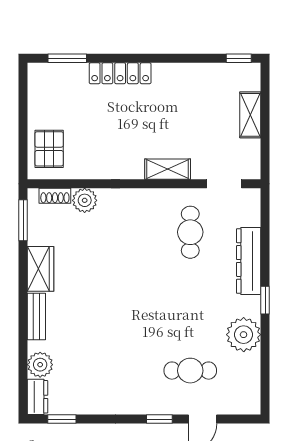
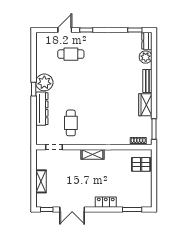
double door: (187, 58) -> (72, 210), added
locker: (120, 73) -> (106, 202), width x0.66
pallet: (49, 149) -> (141, 164), turned 90
shelving: (168, 169) -> (92, 154), moved
plant: (85, 200) -> (123, 139), removed
plant: (244, 335) -> (44, 82), moved

